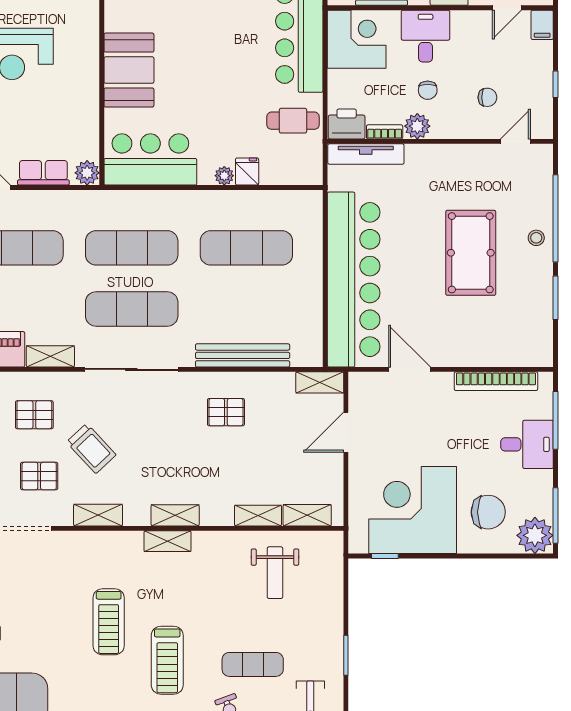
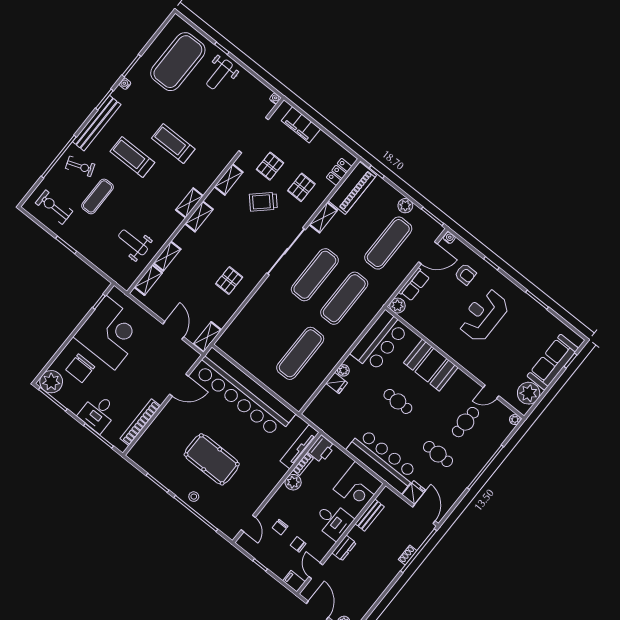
chair: (428, 90) -> (298, 544), moved
cafe table: (293, 121) -> (398, 401), moved, turned 90
bench: (243, 355) -> (250, 310), removed

